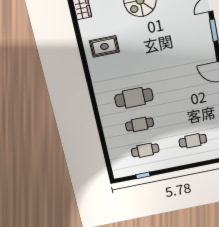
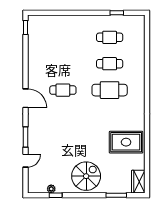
rug: (104, 46) -> (126, 142), width x1.36, depth x1.43
cafe table: (193, 141) -> (63, 90), moved

